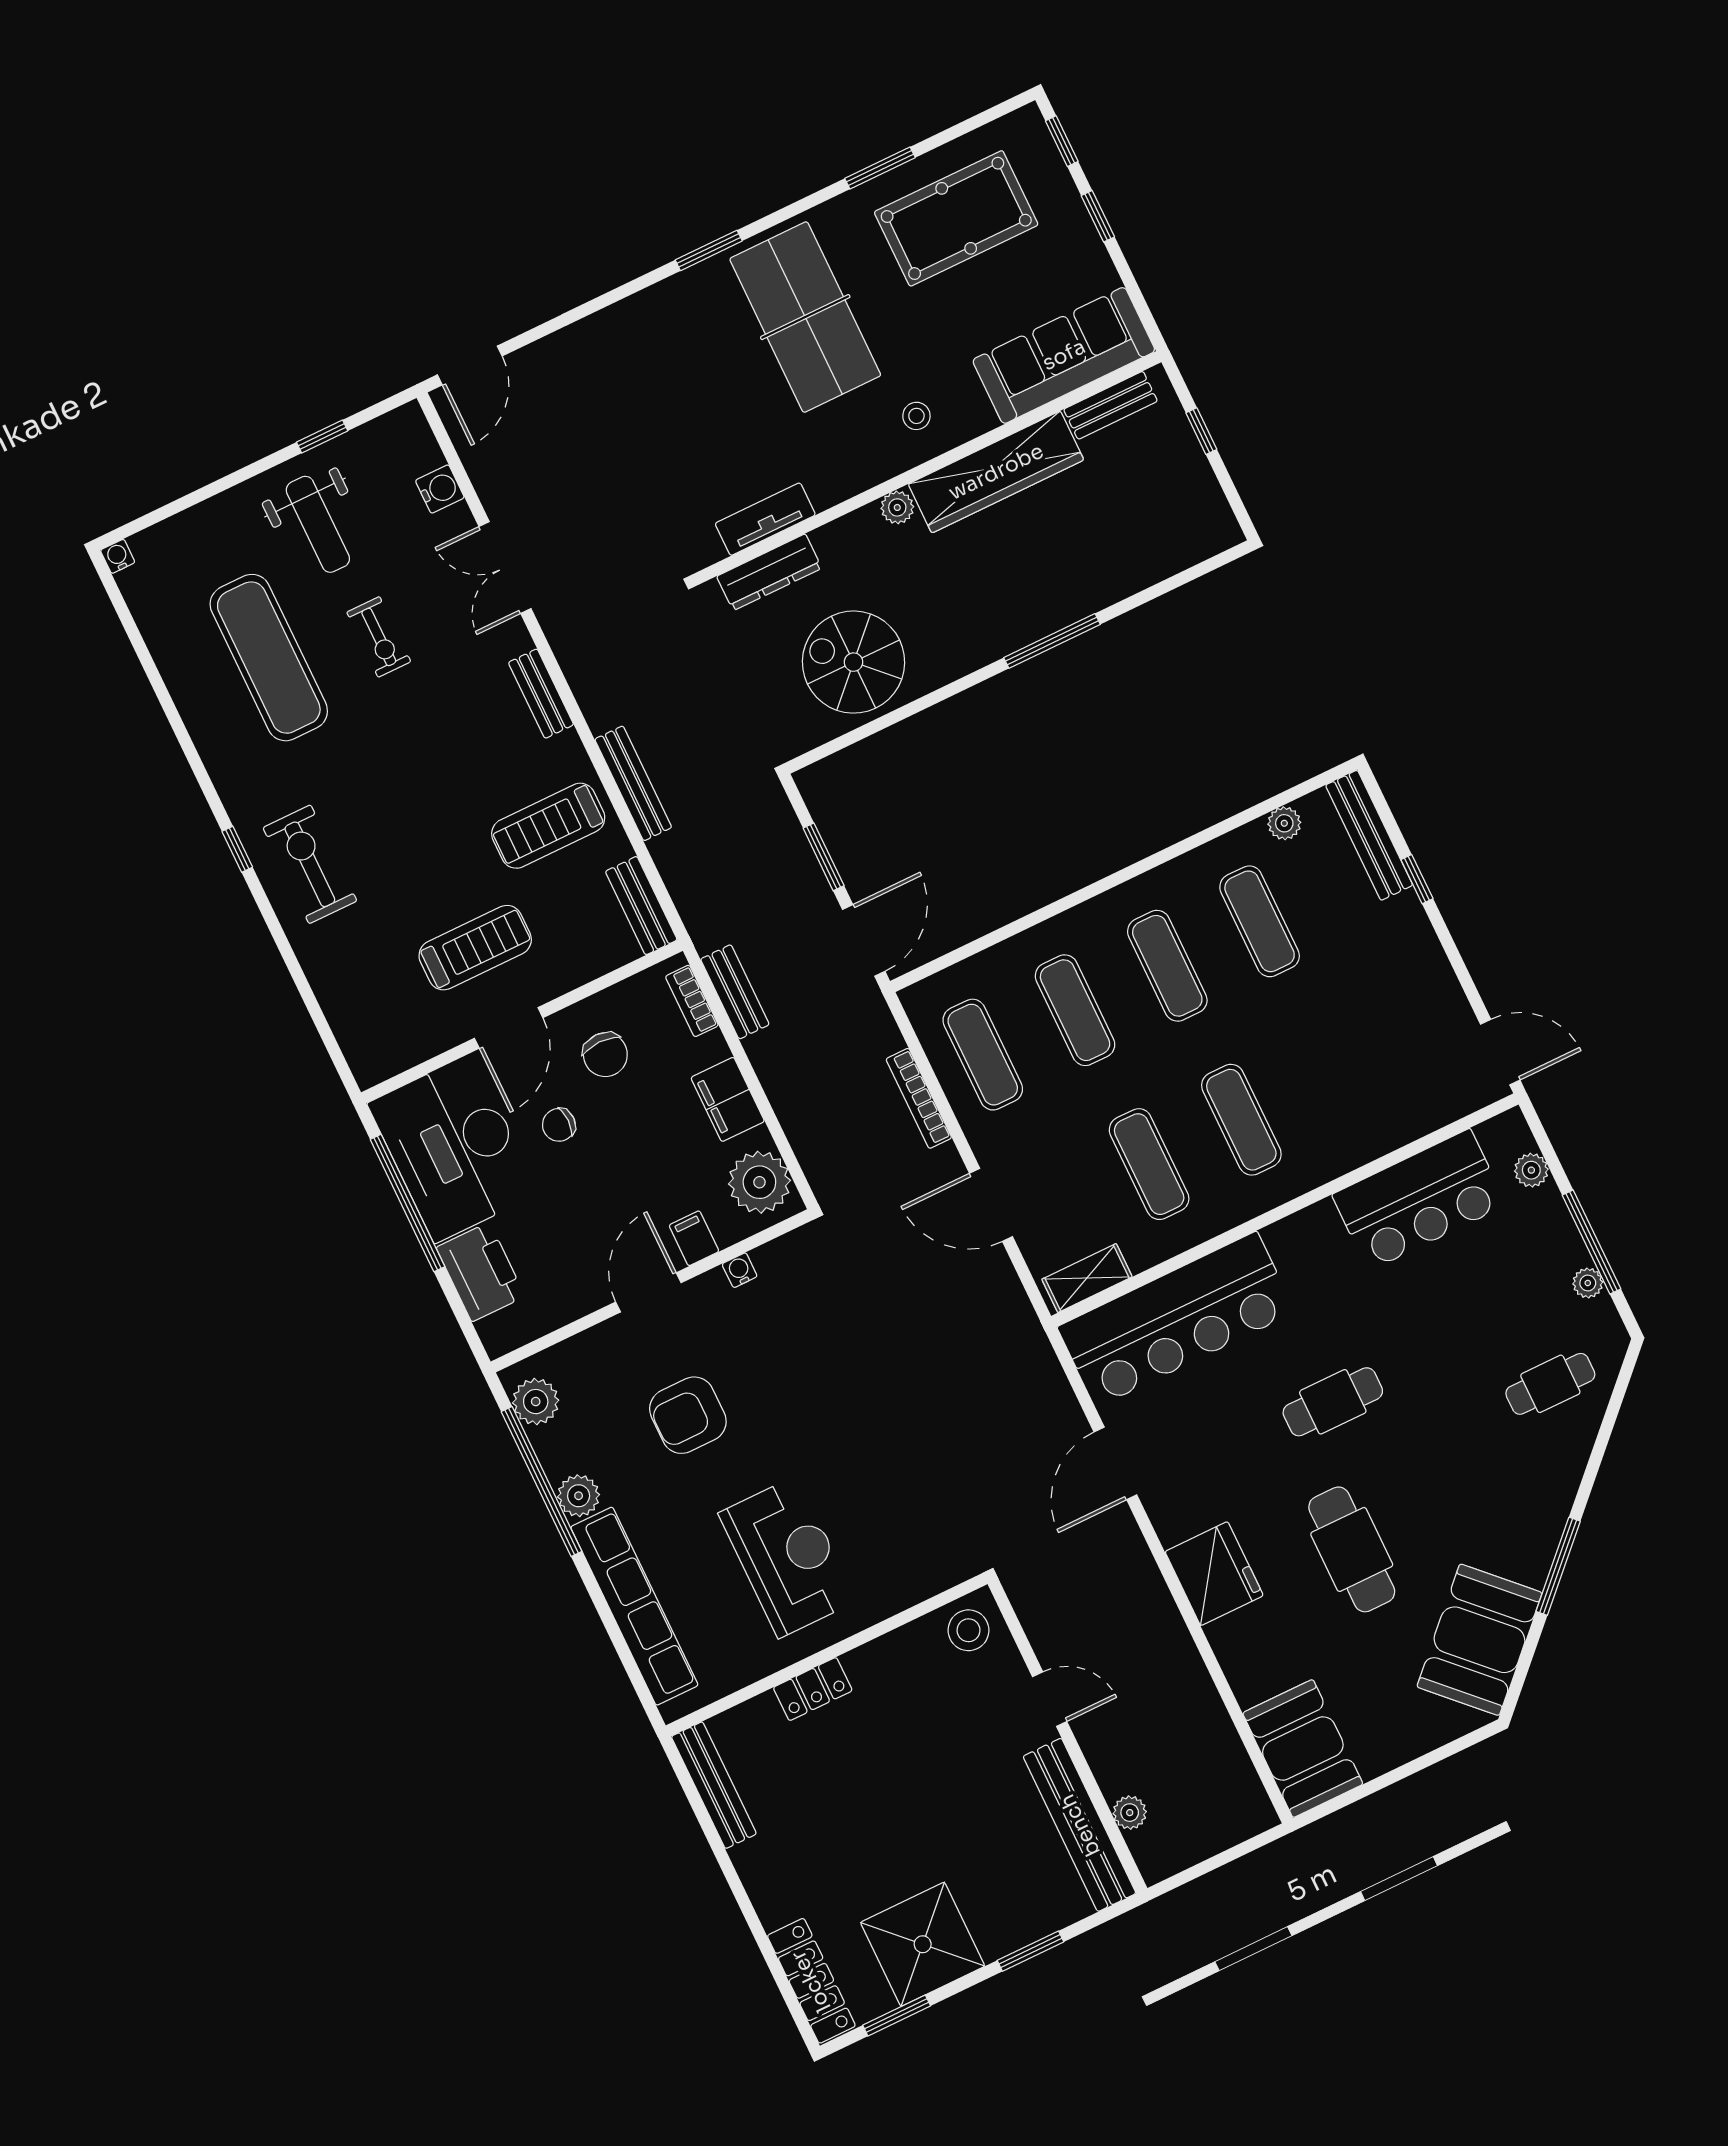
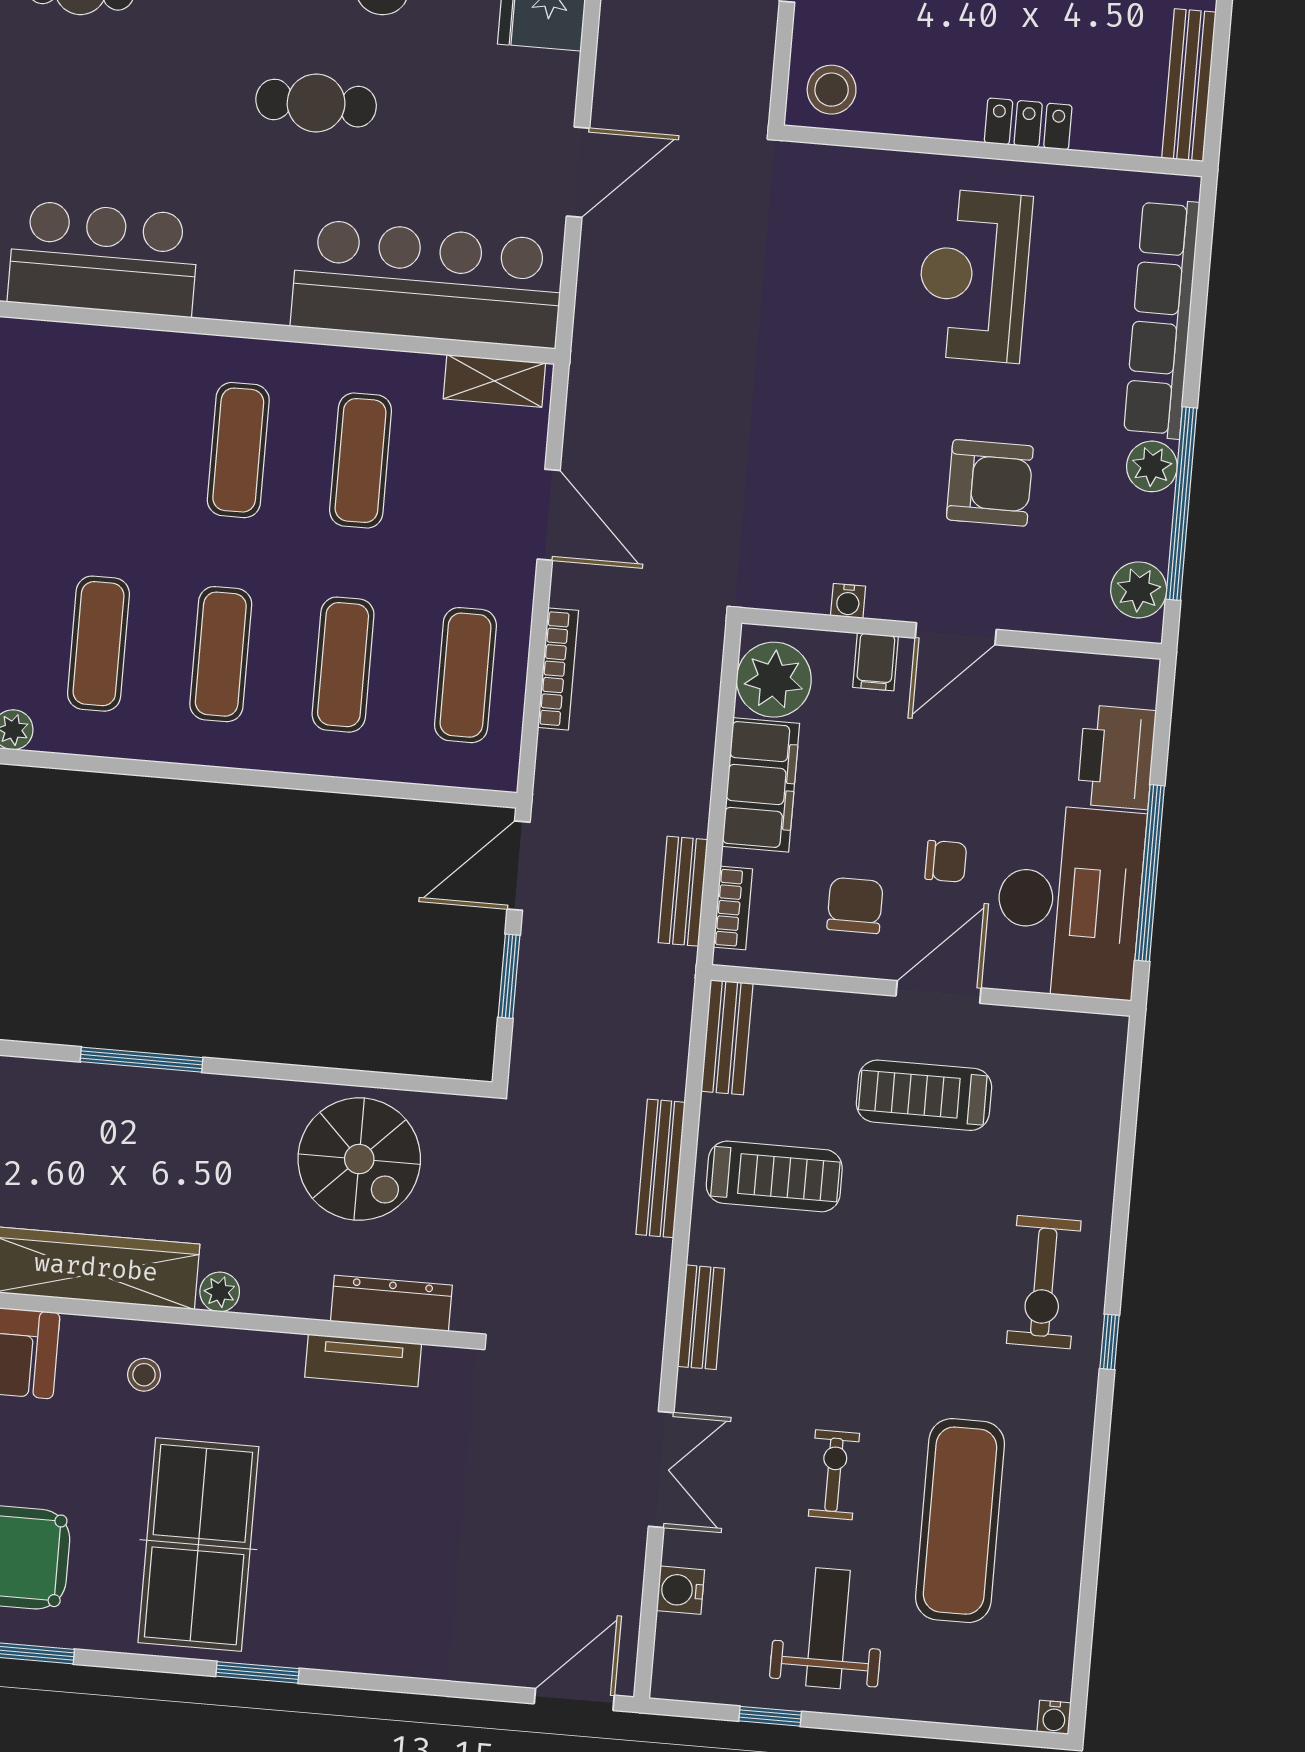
filing cabinet: (728, 1099) -> (761, 785), width x1.50, depth x1.17

